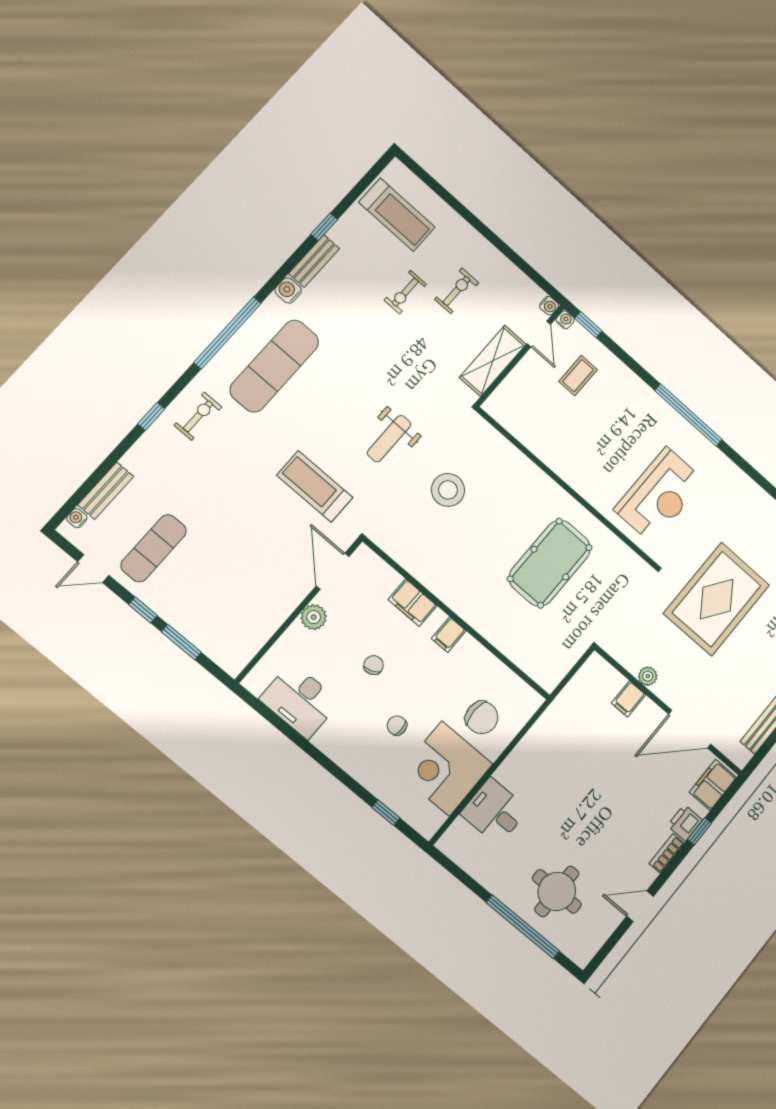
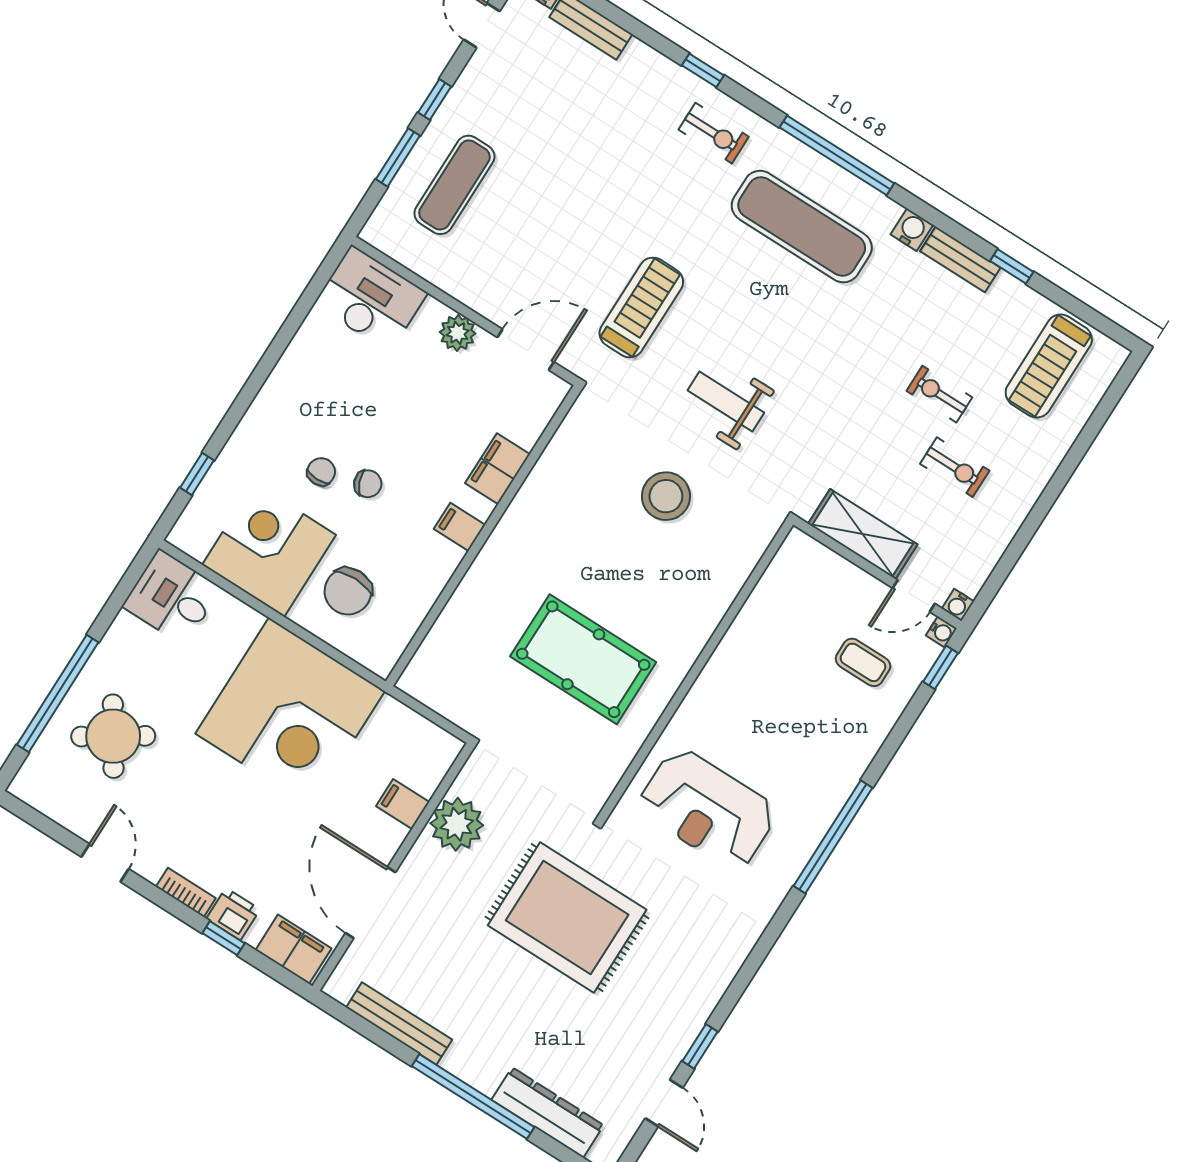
exercise mat: (154, 548) -> (454, 185), moved, turned 90
chair: (374, 665) -> (368, 484), moved
plant: (648, 676) -> (457, 824), width x1.88, depth x1.88
desk: (300, 700) -> (371, 299), moved, turned 90
corner desk: (558, 768) -> (290, 712), added
desk: (494, 811) -> (172, 597), moved, turned -90
round table: (557, 891) -> (113, 736), turned -33

